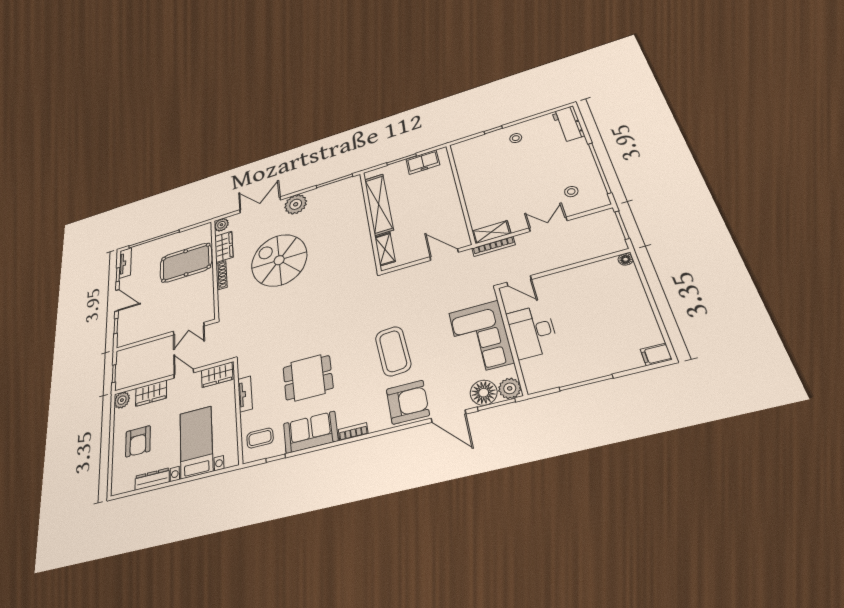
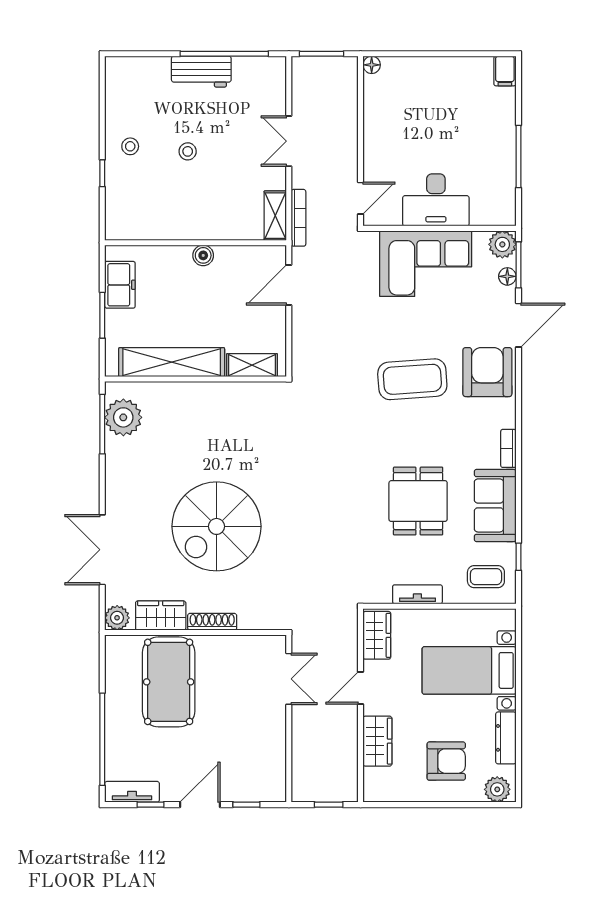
workbench: (568, 124) -> (201, 72), moved
stool: (571, 192) -> (188, 151), moved
boiler: (453, 200) -> (203, 255), added
plant: (296, 204) -> (123, 417), moved
floor lamp: (484, 393) -> (507, 276), width x0.53, depth x0.53
plant: (122, 400) -> (497, 789), moved
coffee table: (260, 438) -> (486, 577), turned 90

